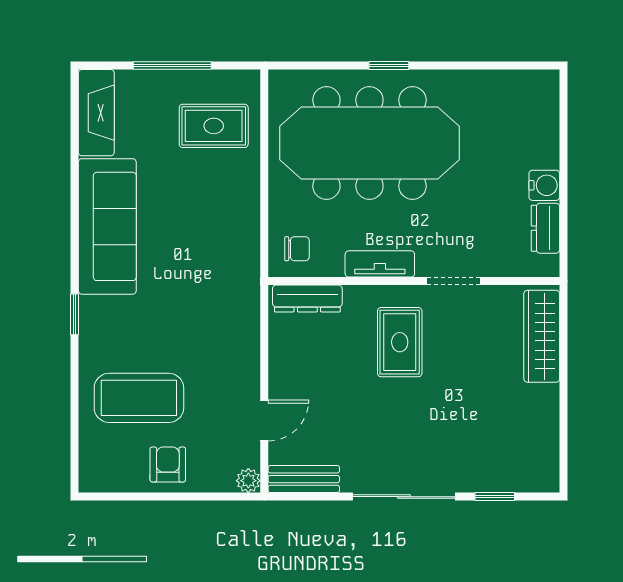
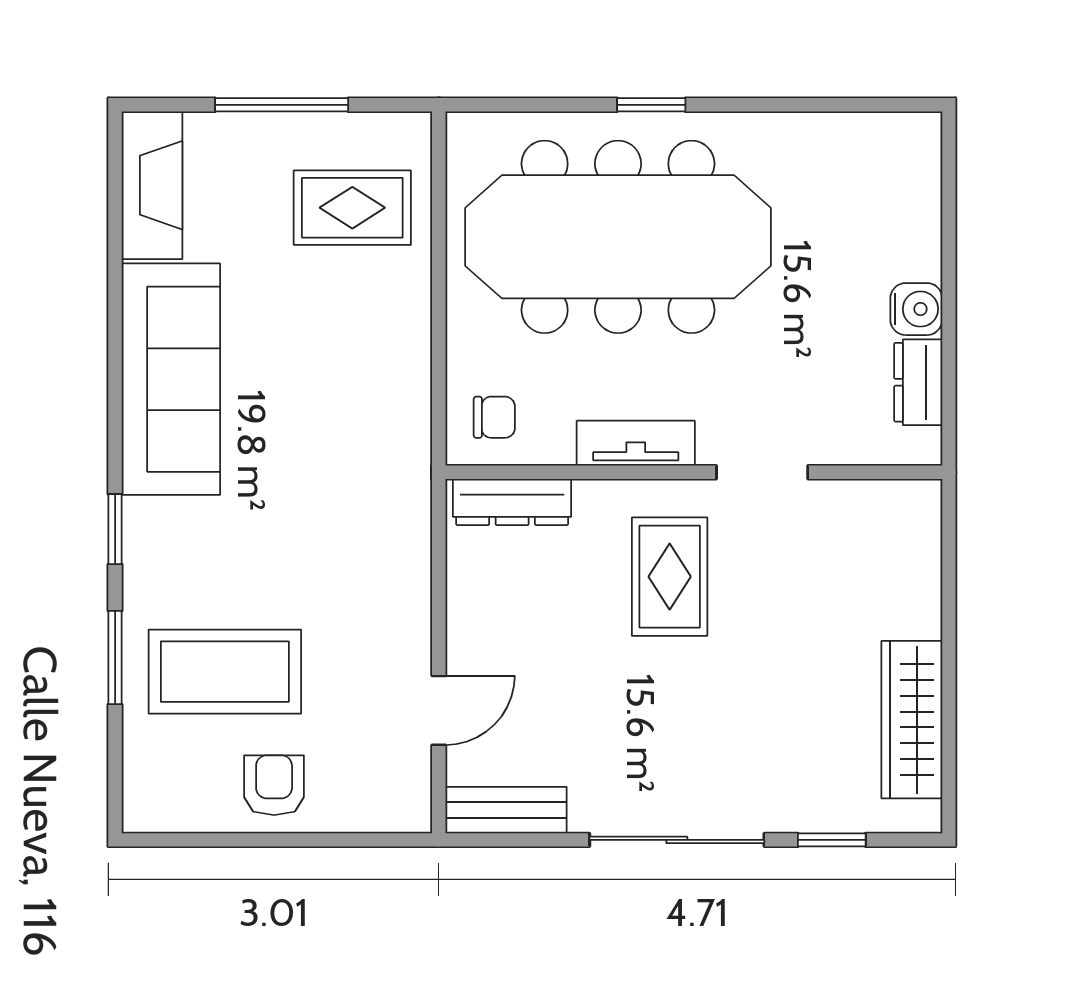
wardrobe: (542, 336) -> (912, 720), moved
window: (75, 390) -> (115, 657), added
plant: (248, 481) -> (411, 813), removed

